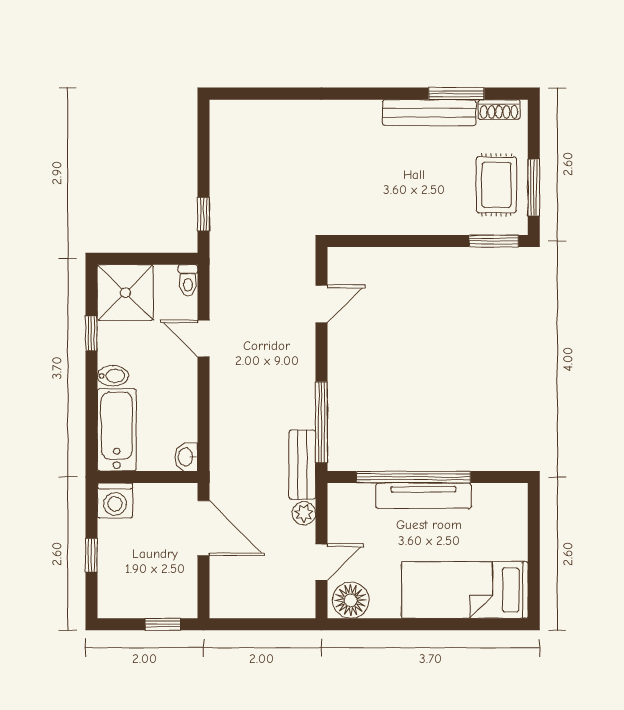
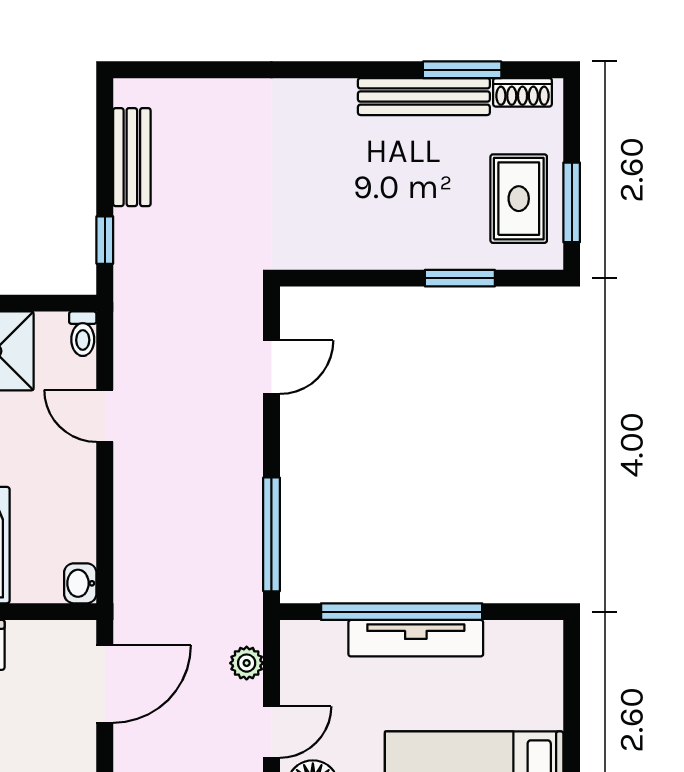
window: (494, 241) -> (460, 278), moved
bench: (302, 465) -> (132, 157), moved
door: (203, 528) -> (105, 684), hinge flipped

